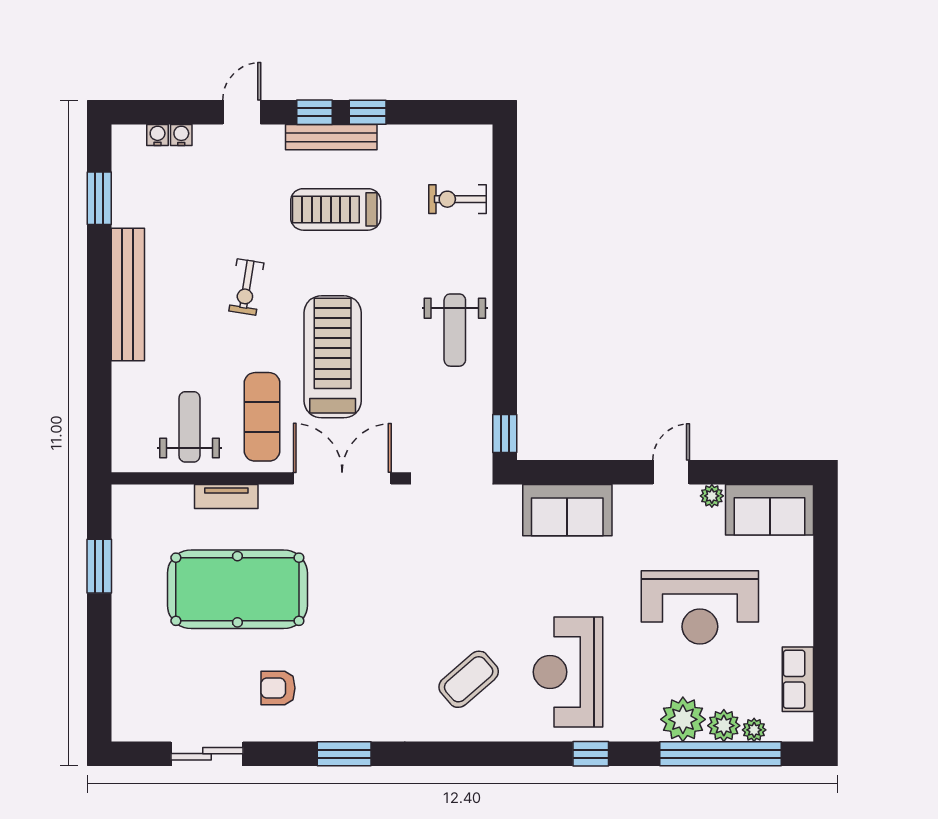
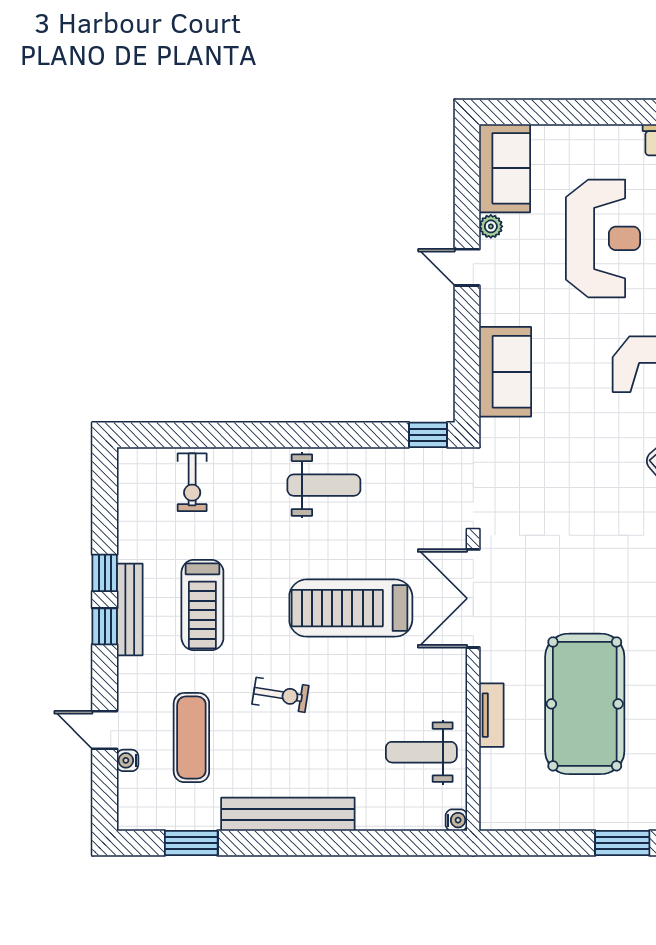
door: (242, 112) -> (105, 730), moved
water cooler: (158, 135) -> (456, 820), moved, turned 180
exercise mat: (262, 417) -> (191, 738), moved, turned 90
window: (99, 566) -> (622, 843), moved

